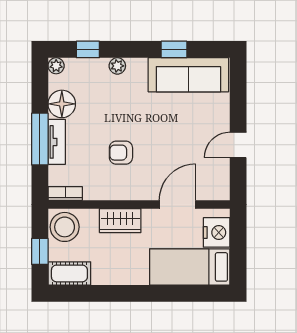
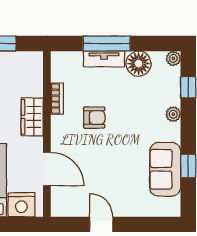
sofa: (188, 75) -> (165, 169), width x0.73
armchair: (121, 153) -> (94, 118), turned 90
bookcase: (65, 193) -> (57, 99), moved
stool: (65, 227) -> (26, 66), removed

